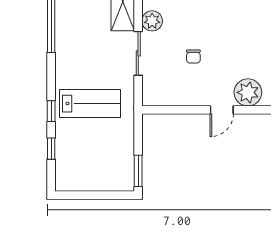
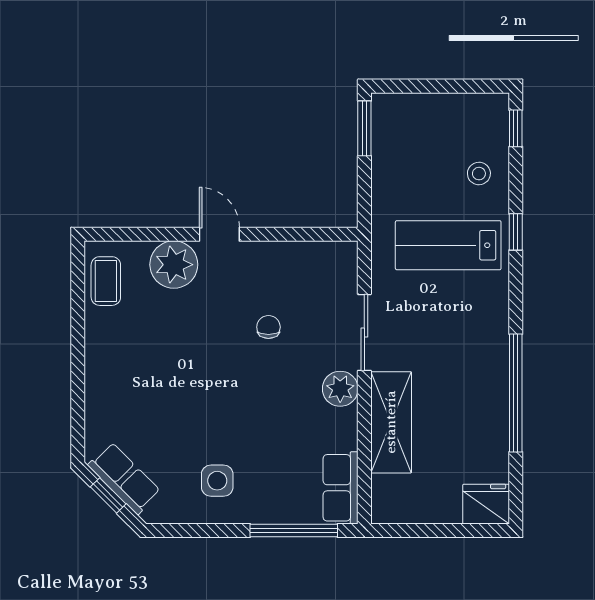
door: (222, 110) -> (219, 234), hinge flipped
stool: (72, 145) -> (479, 174), added
window: (51, 149) -> (516, 128), moved

